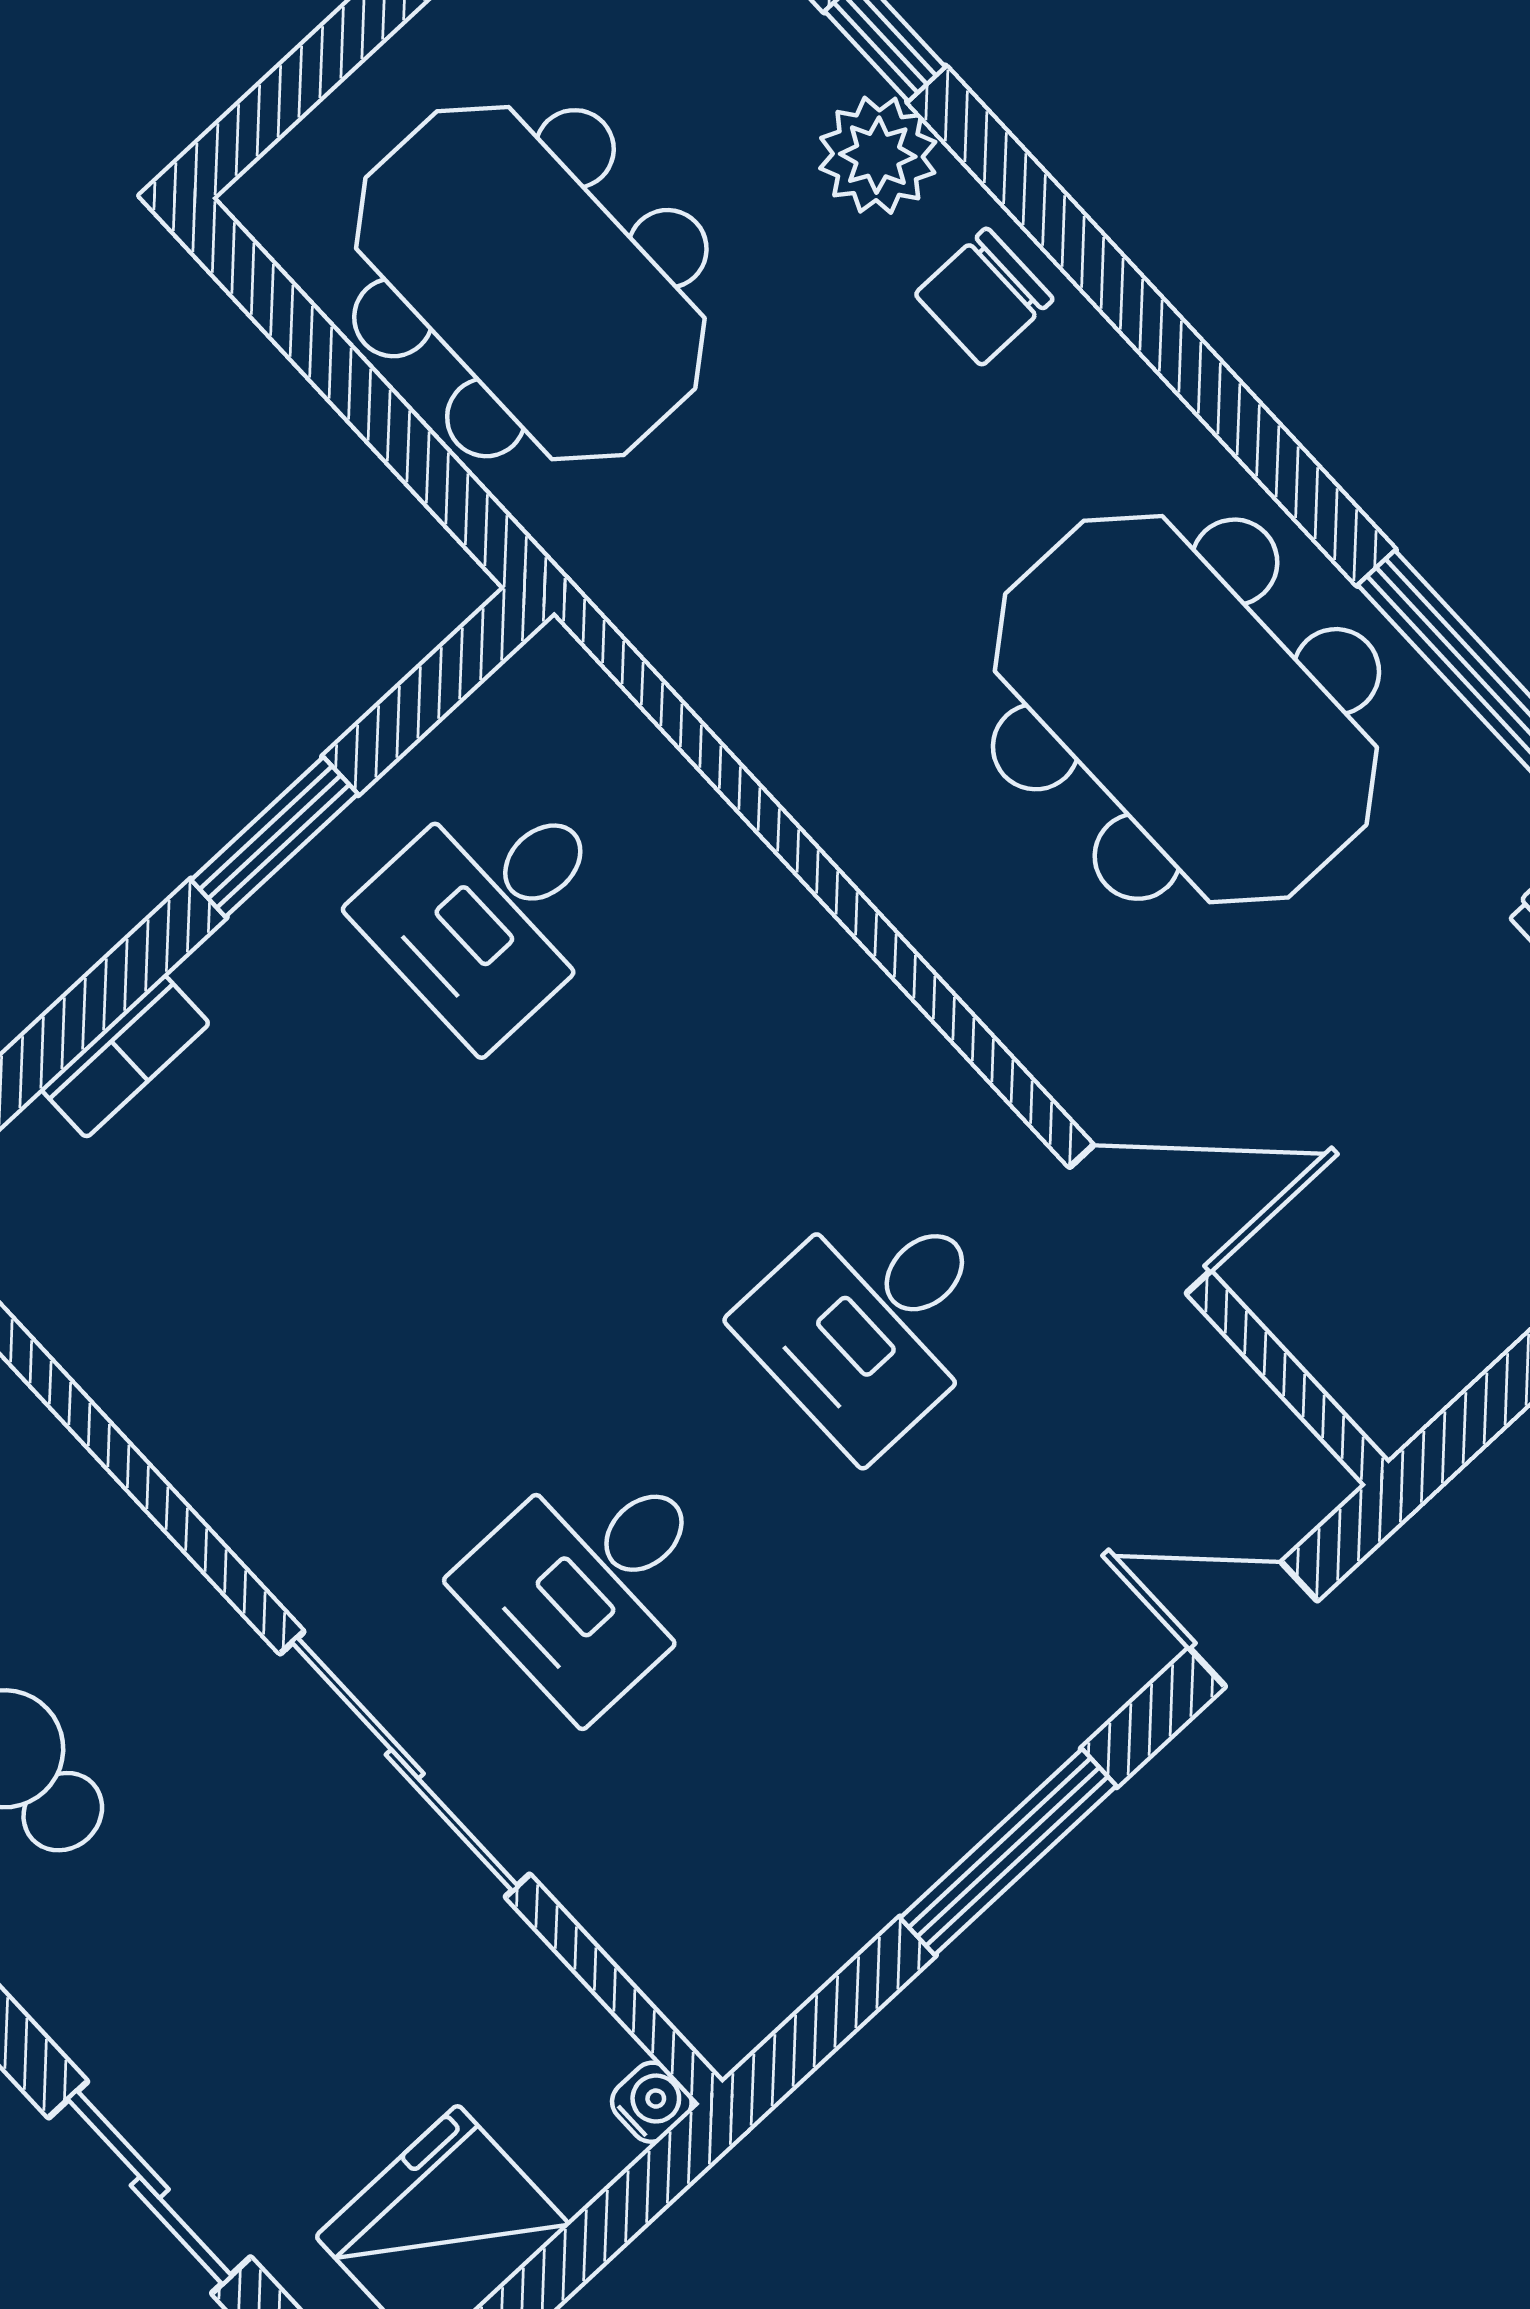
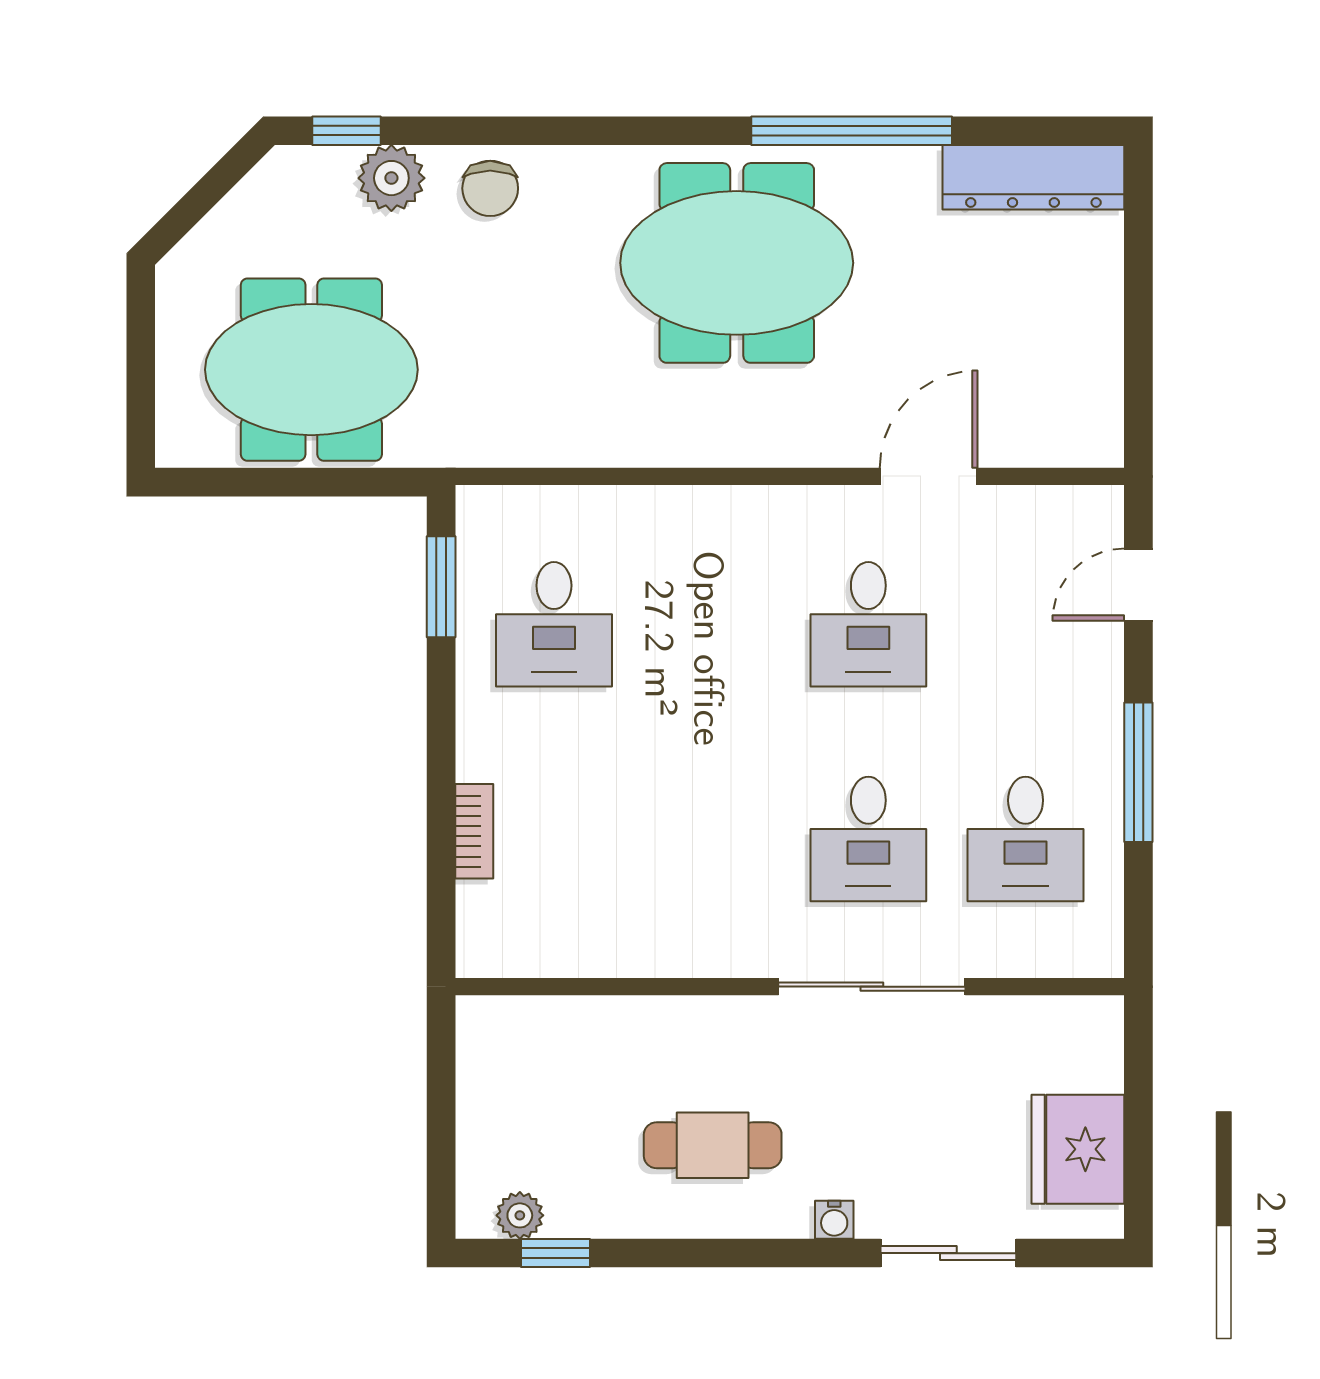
window: (274, 837) -> (441, 587), moved
desk: (784, 1786) -> (1026, 839), added
water cooler: (652, 2102) -> (834, 1220), moved, turned 180

